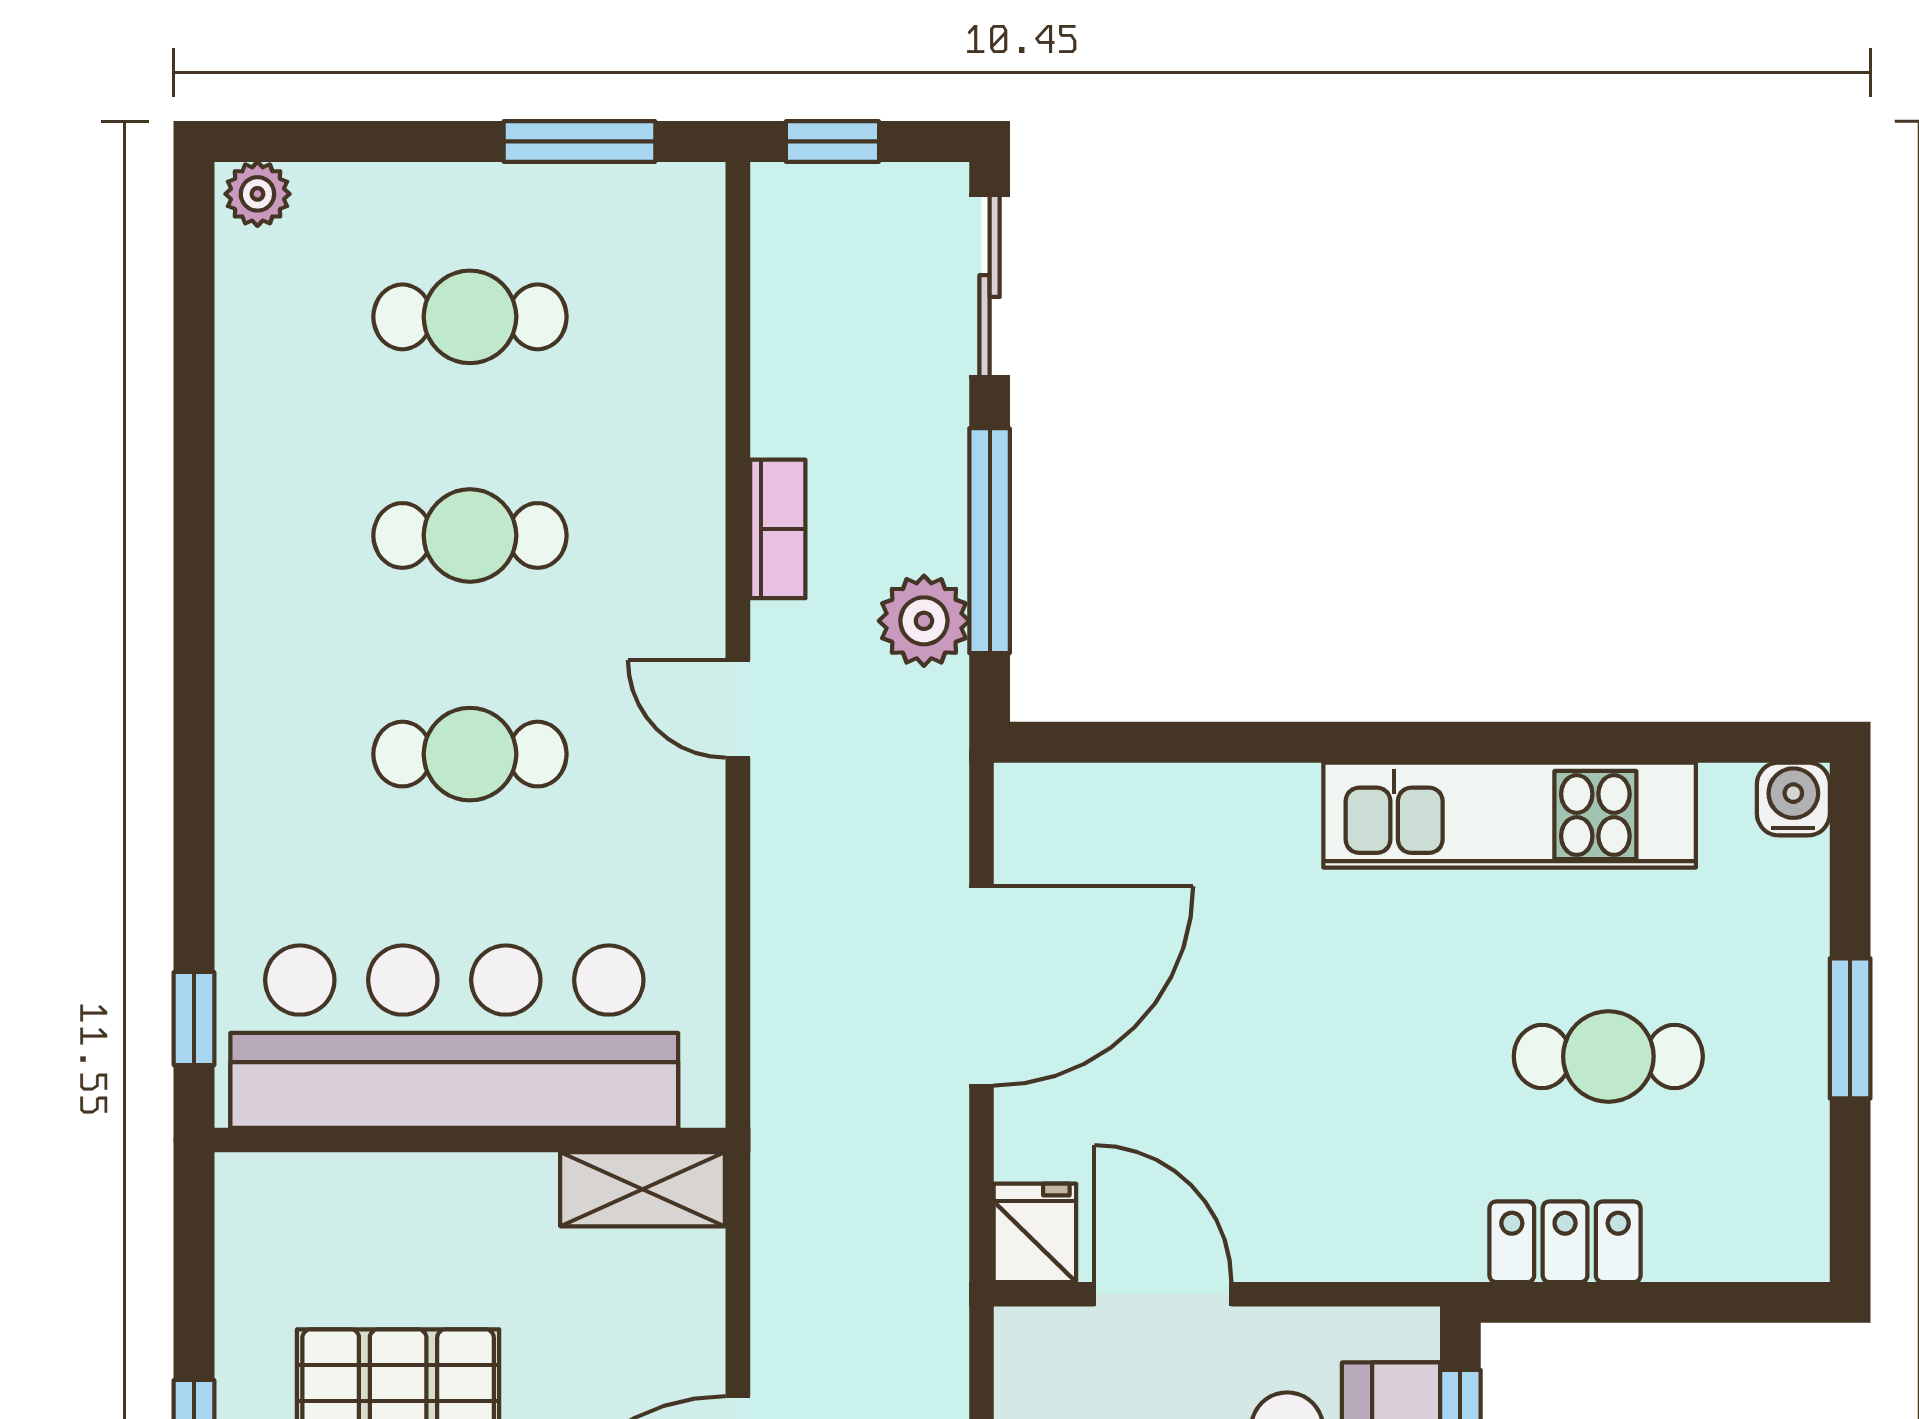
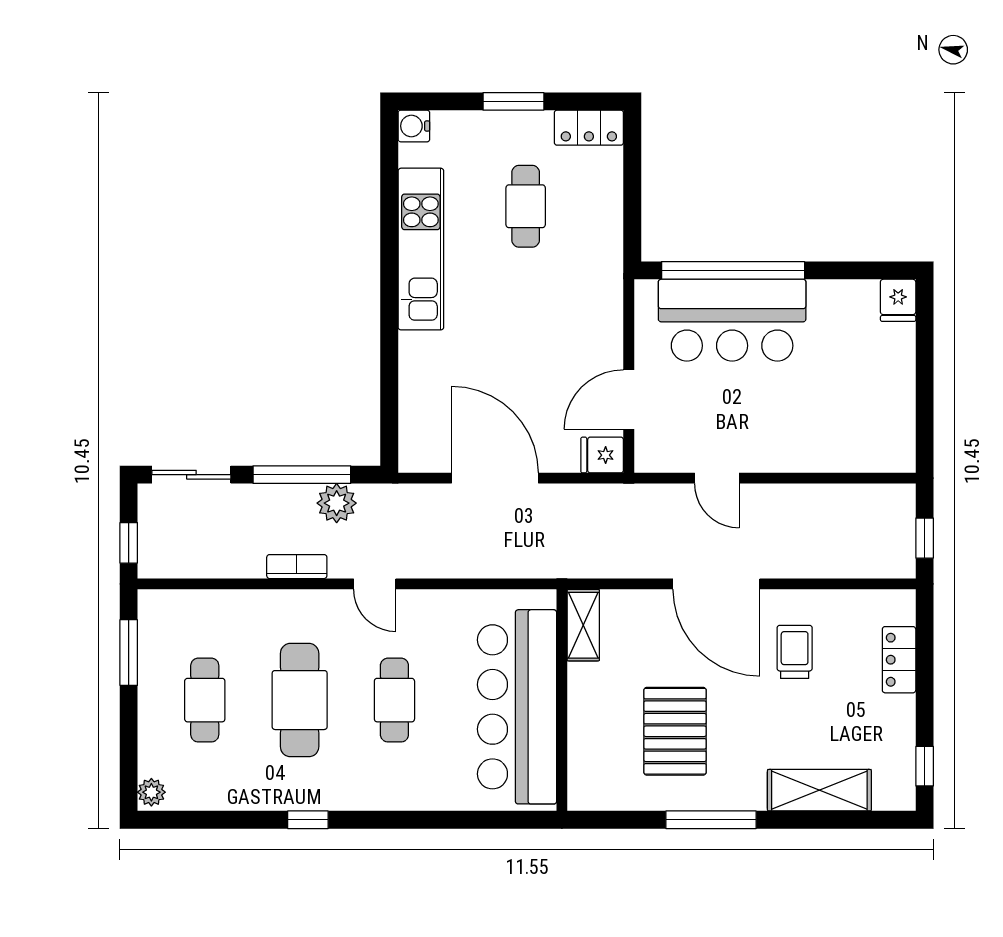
cafe table: (470, 535) -> (300, 700), width x1.37, depth x1.35
door: (738, 709) -> (375, 584), hinge flipped
window: (194, 1019) -> (308, 820), moved
locker: (1565, 1242) -> (589, 128), moved, turned -90

